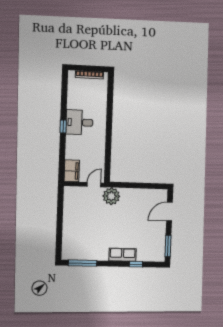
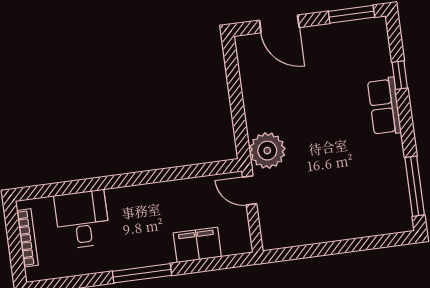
desk: (79, 122) -> (82, 219), moved, turned 180
window: (63, 127) -> (142, 273), width x2.17
filing cabinet: (72, 171) -> (197, 245), moved

